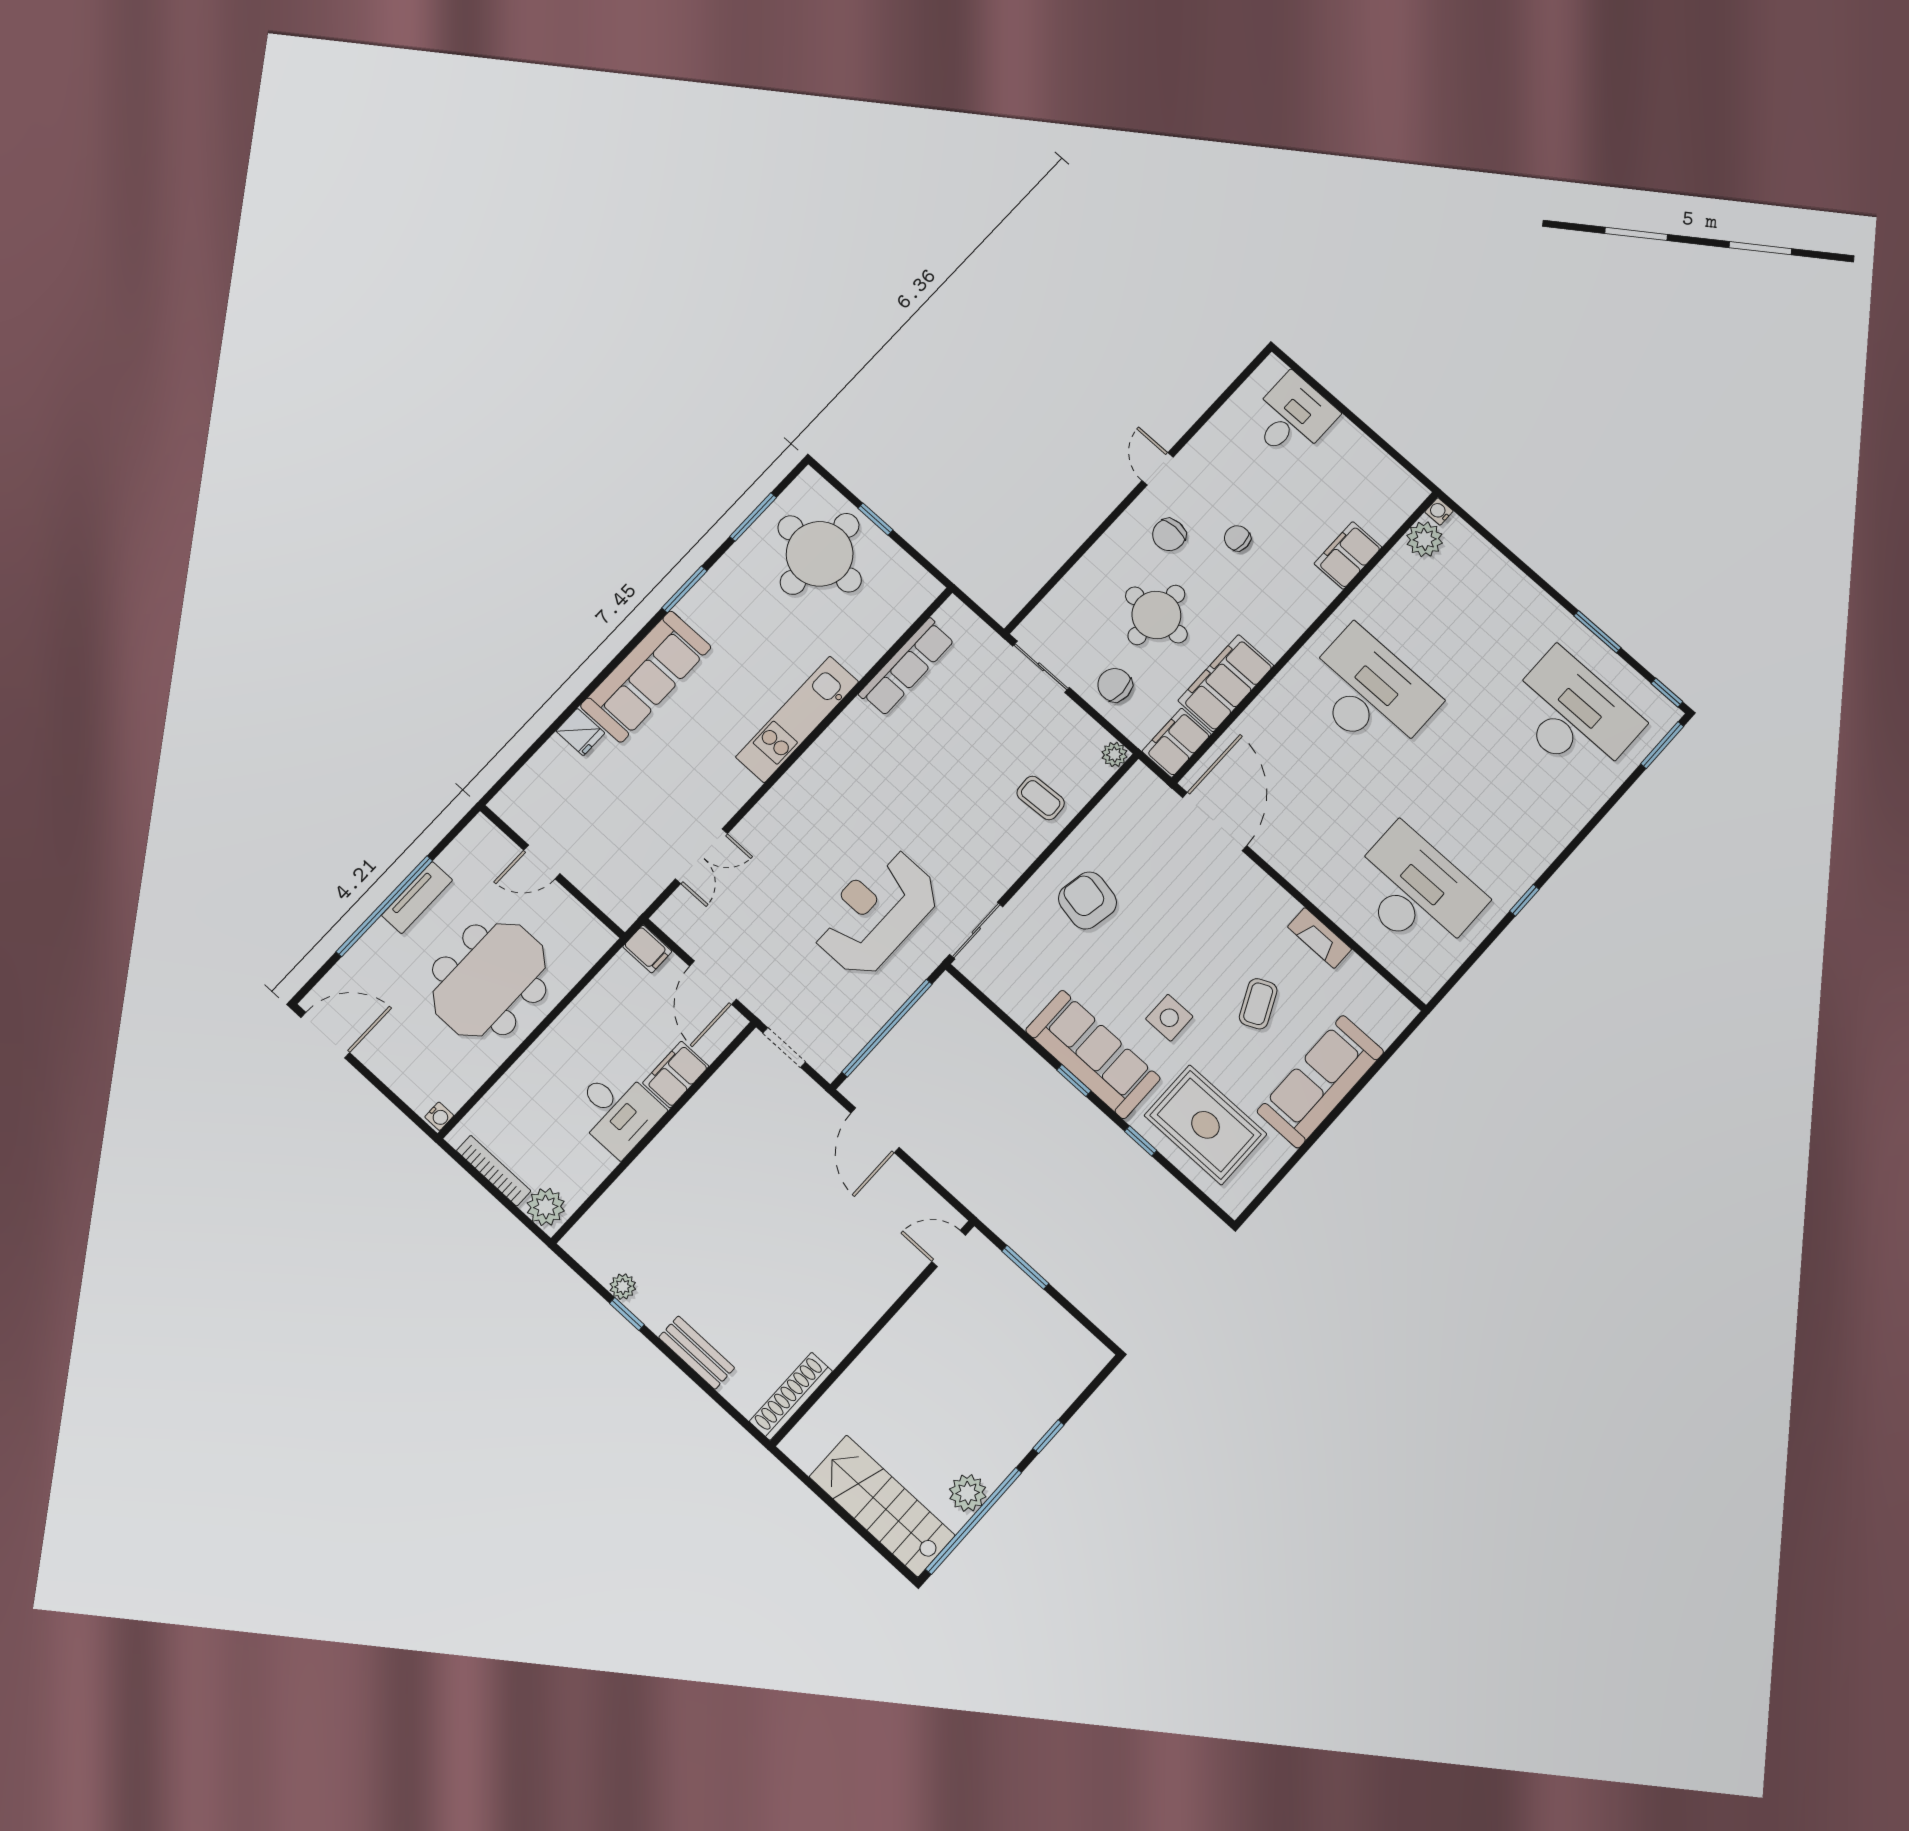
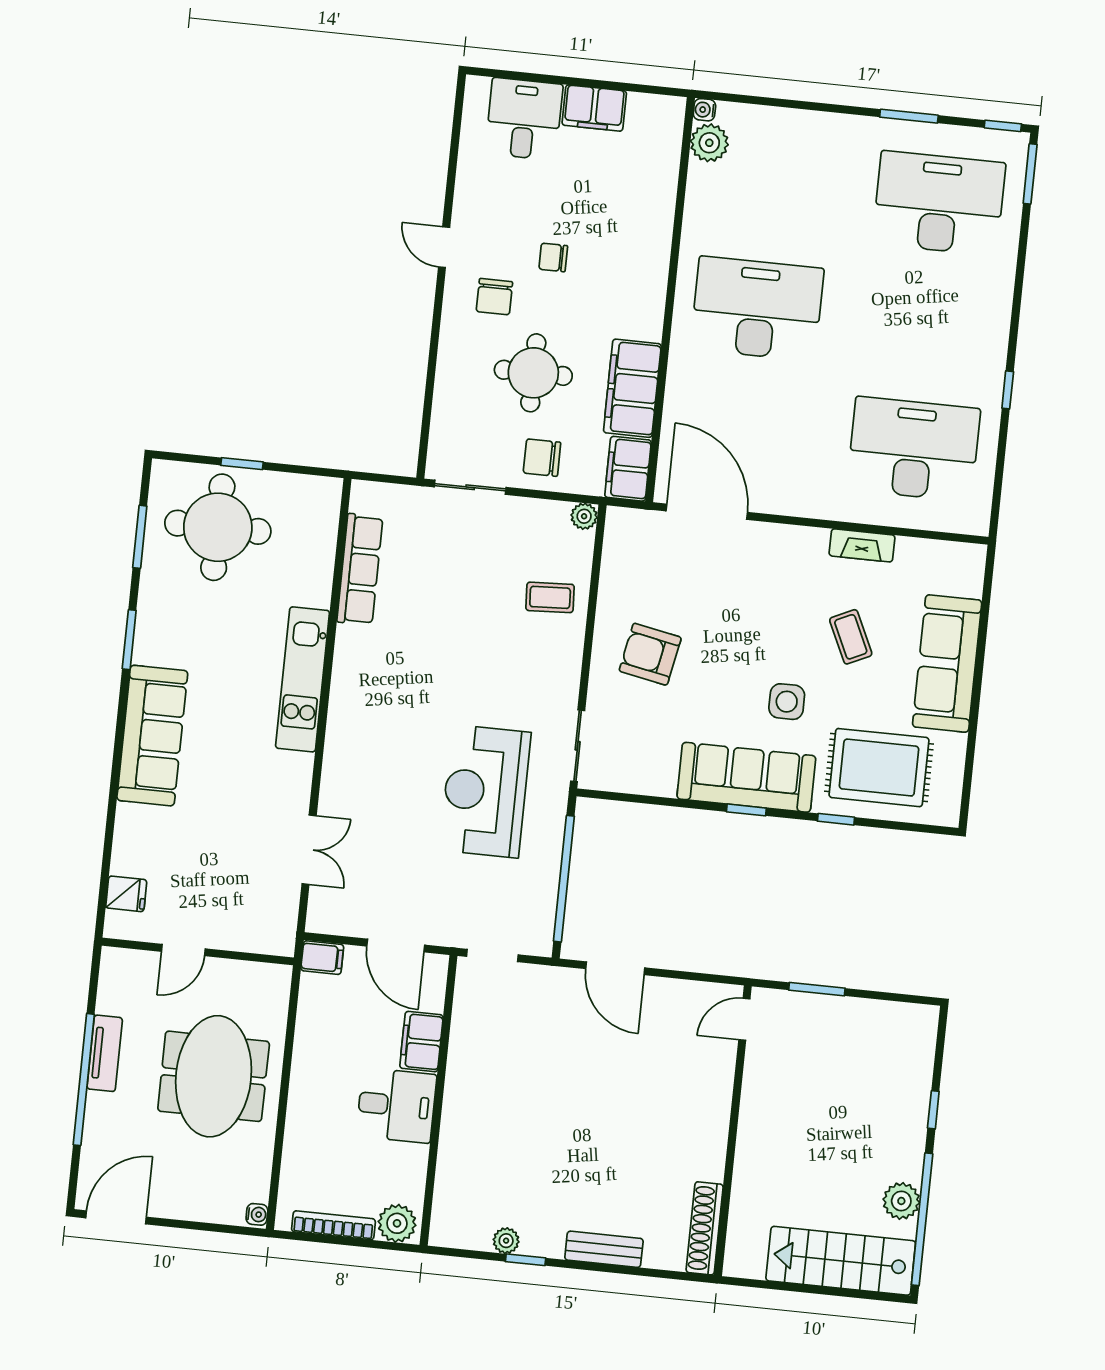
filing cabinet: (1348, 555) -> (594, 108), moved, turned -90
fridge: (580, 732) -> (126, 894), moved

